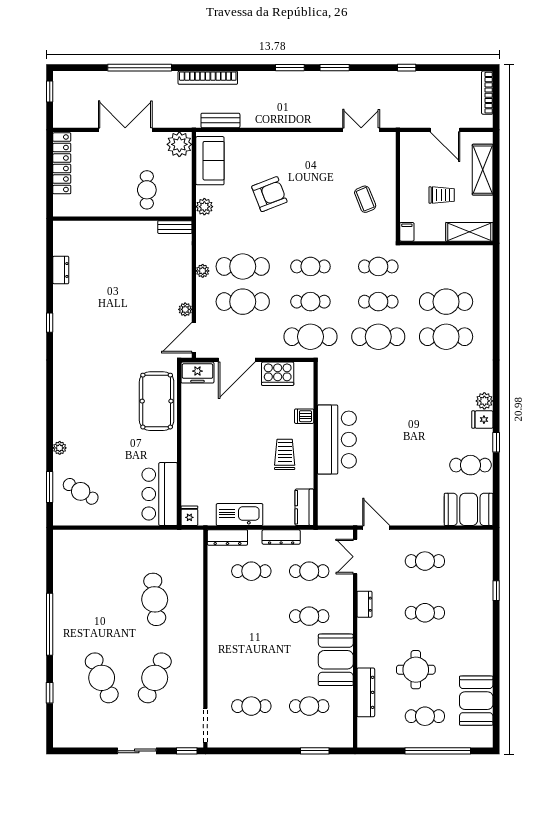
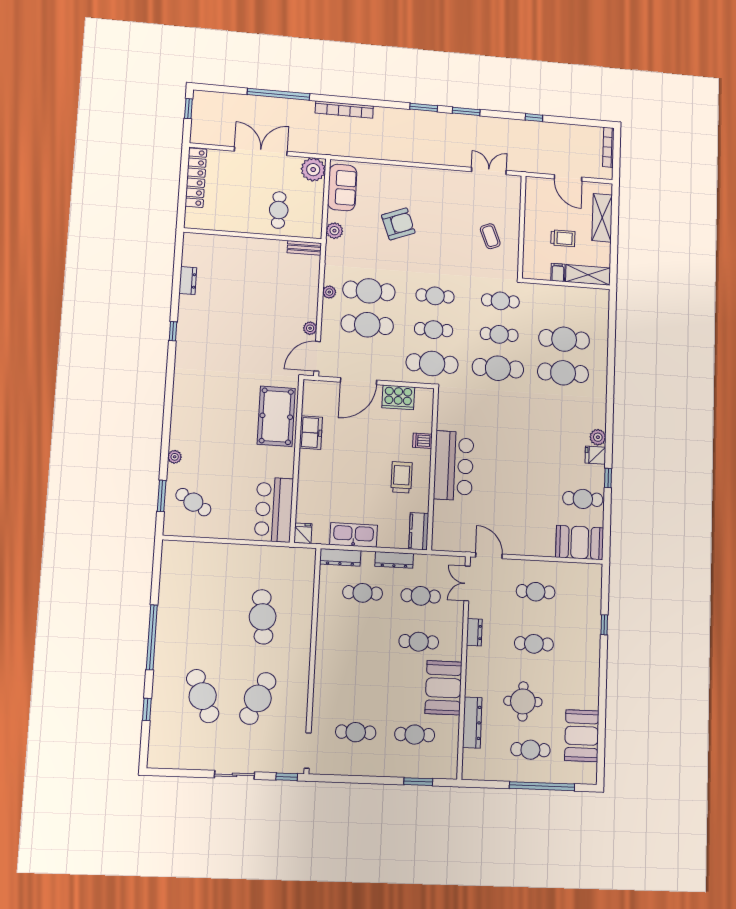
bench: (220, 120) -> (354, 151), removed
filing cabinet: (407, 232) -> (558, 272), moved
freezer: (197, 373) -> (311, 433), moved, turned -90

